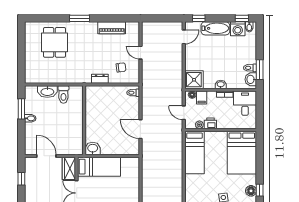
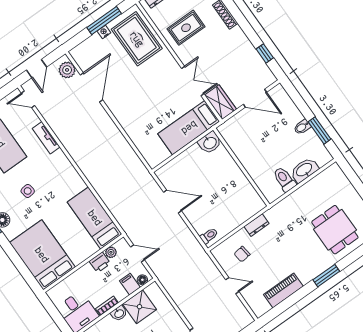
shower: (194, 80) -> (139, 307), moved

